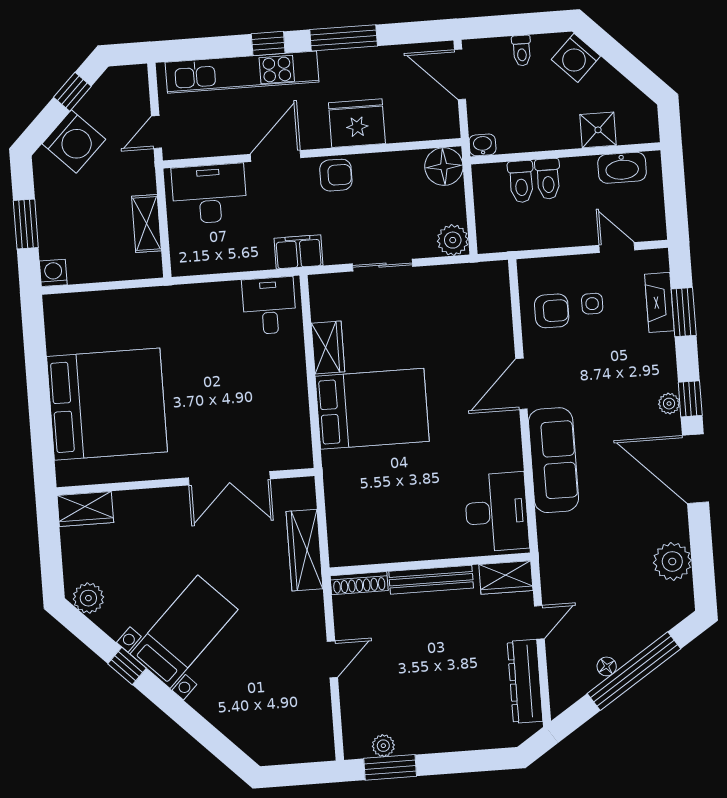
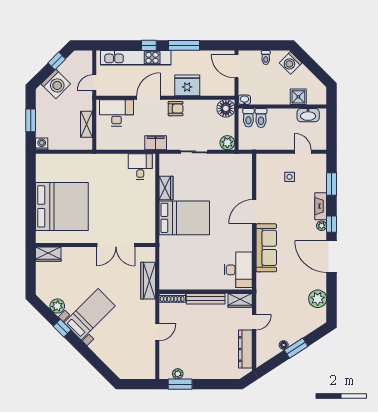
toilet: (548, 179) -> (248, 118), moved
fireplace: (659, 302) -> (321, 206), moved
armchair: (552, 311) -> (271, 179), removed
plant: (88, 598) -> (57, 306), moved
window: (634, 671) -> (296, 348), width x0.47

